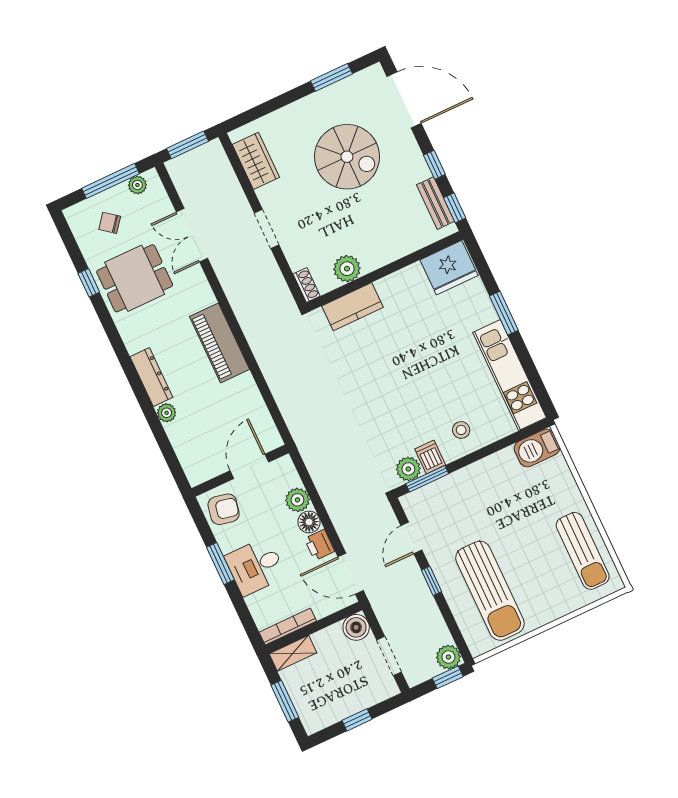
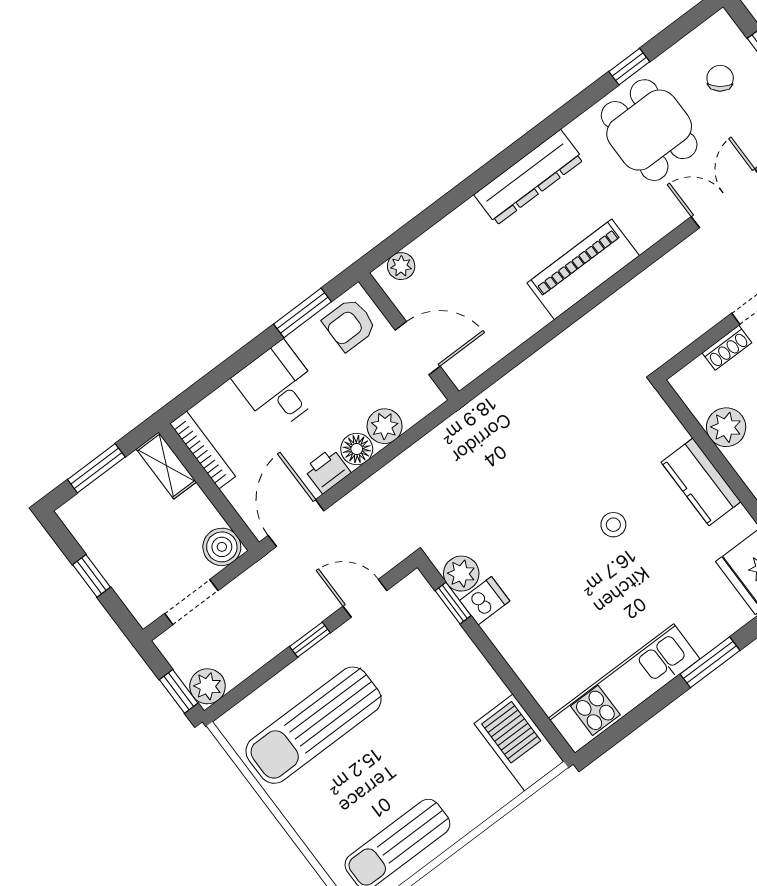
shoe rack: (307, 285) -> (727, 348), moved
kitchen counter: (353, 307) -> (701, 482), moved
dresser: (151, 377) -> (529, 177), width x1.37, depth x1.24
plant: (167, 413) -> (401, 266), moved
stool: (461, 430) -> (613, 525), moved
barbecue: (537, 448) -> (519, 742), width x1.37, depth x1.21
window: (427, 479) -> (453, 603), width x0.67
armchair: (224, 509) -> (349, 325), turned 78
window: (220, 563) -> (302, 313), moved

